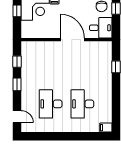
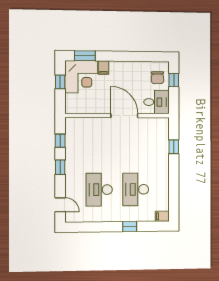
window: (77, 136) -> (130, 226), added

